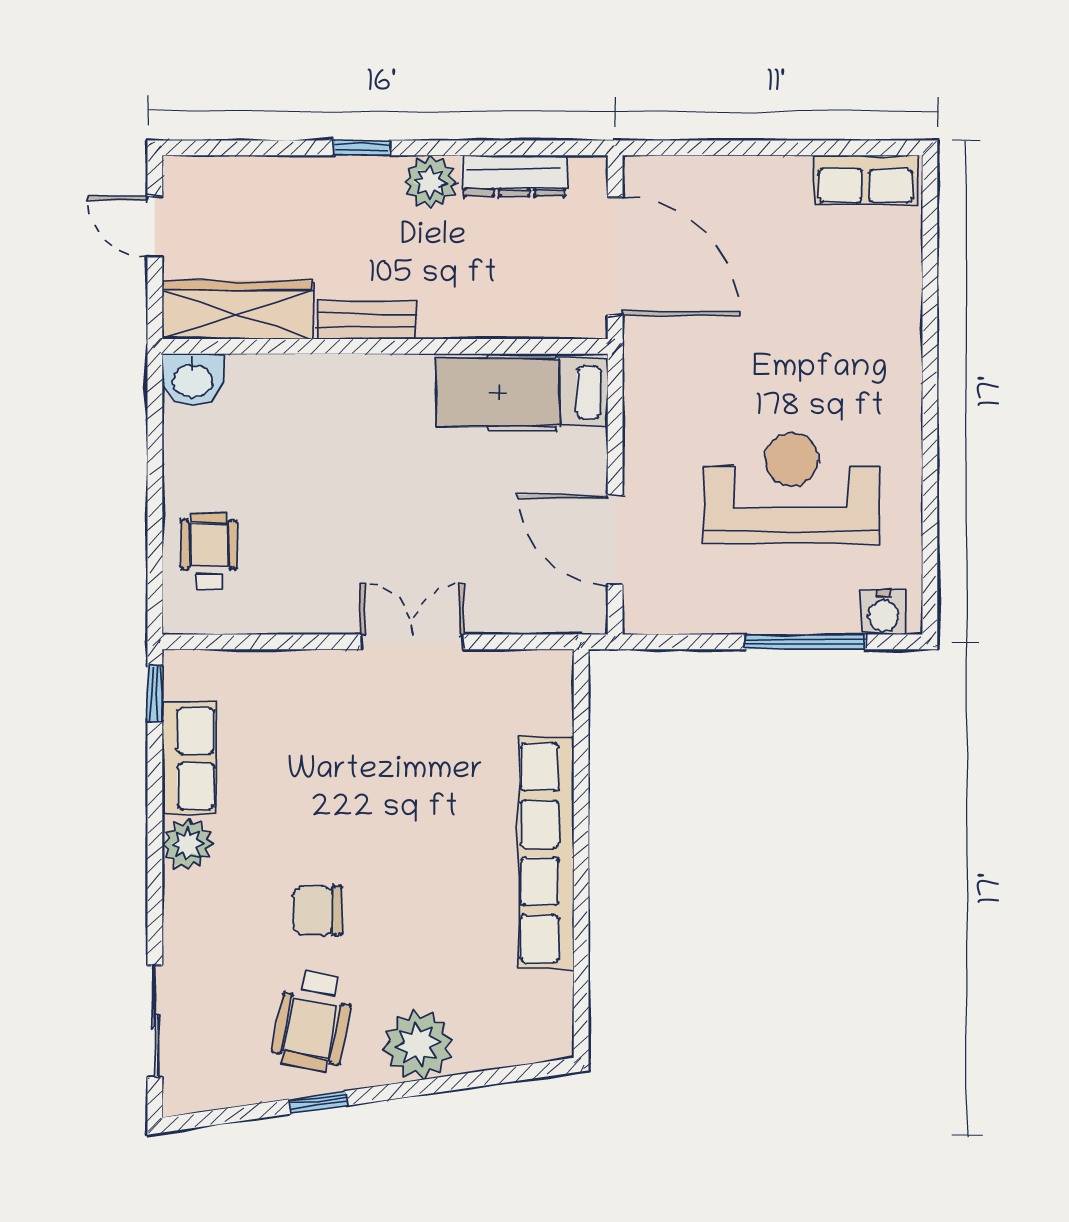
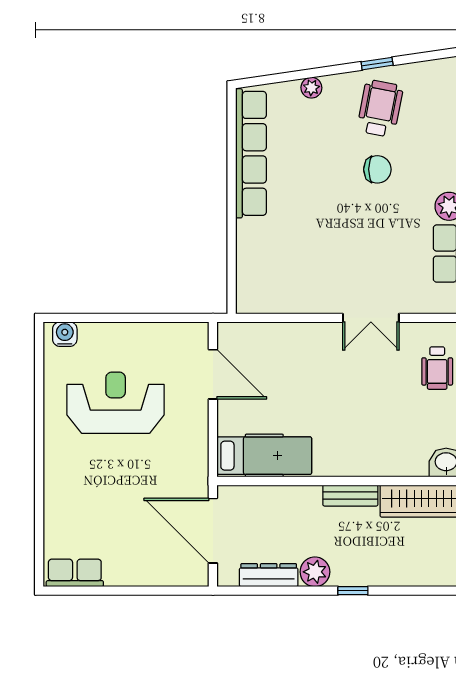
reception desk: (792, 488) -> (116, 403), turned 180
double door: (412, 642) -> (371, 318), moved
window: (805, 642) -> (108, 318), removed
row of seats: (546, 853) -> (251, 153), moved
plant: (418, 1045) -> (311, 88), width x0.53, depth x0.53

